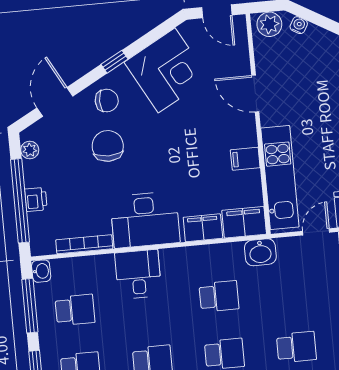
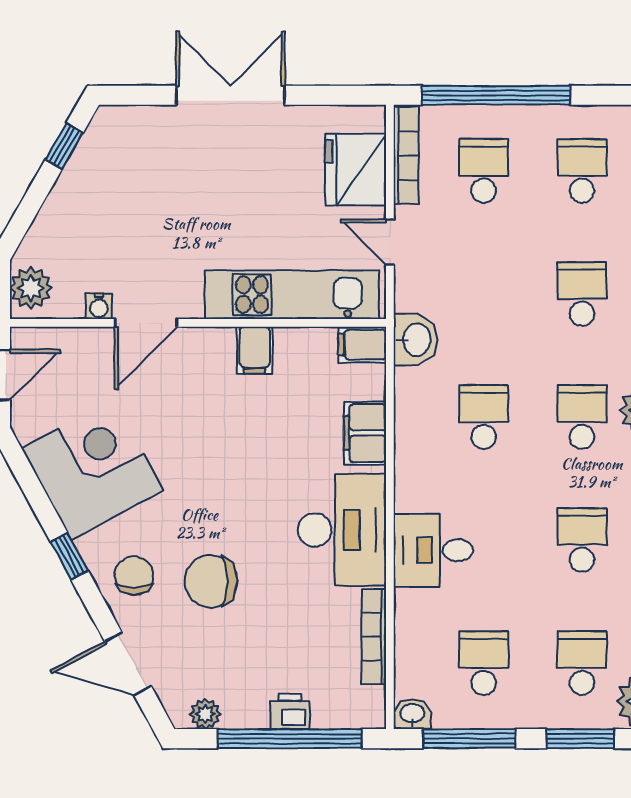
water cooler: (299, 25) -> (99, 306), moved, turned -120
filing cabinet: (244, 222) -> (362, 345), width x0.50

